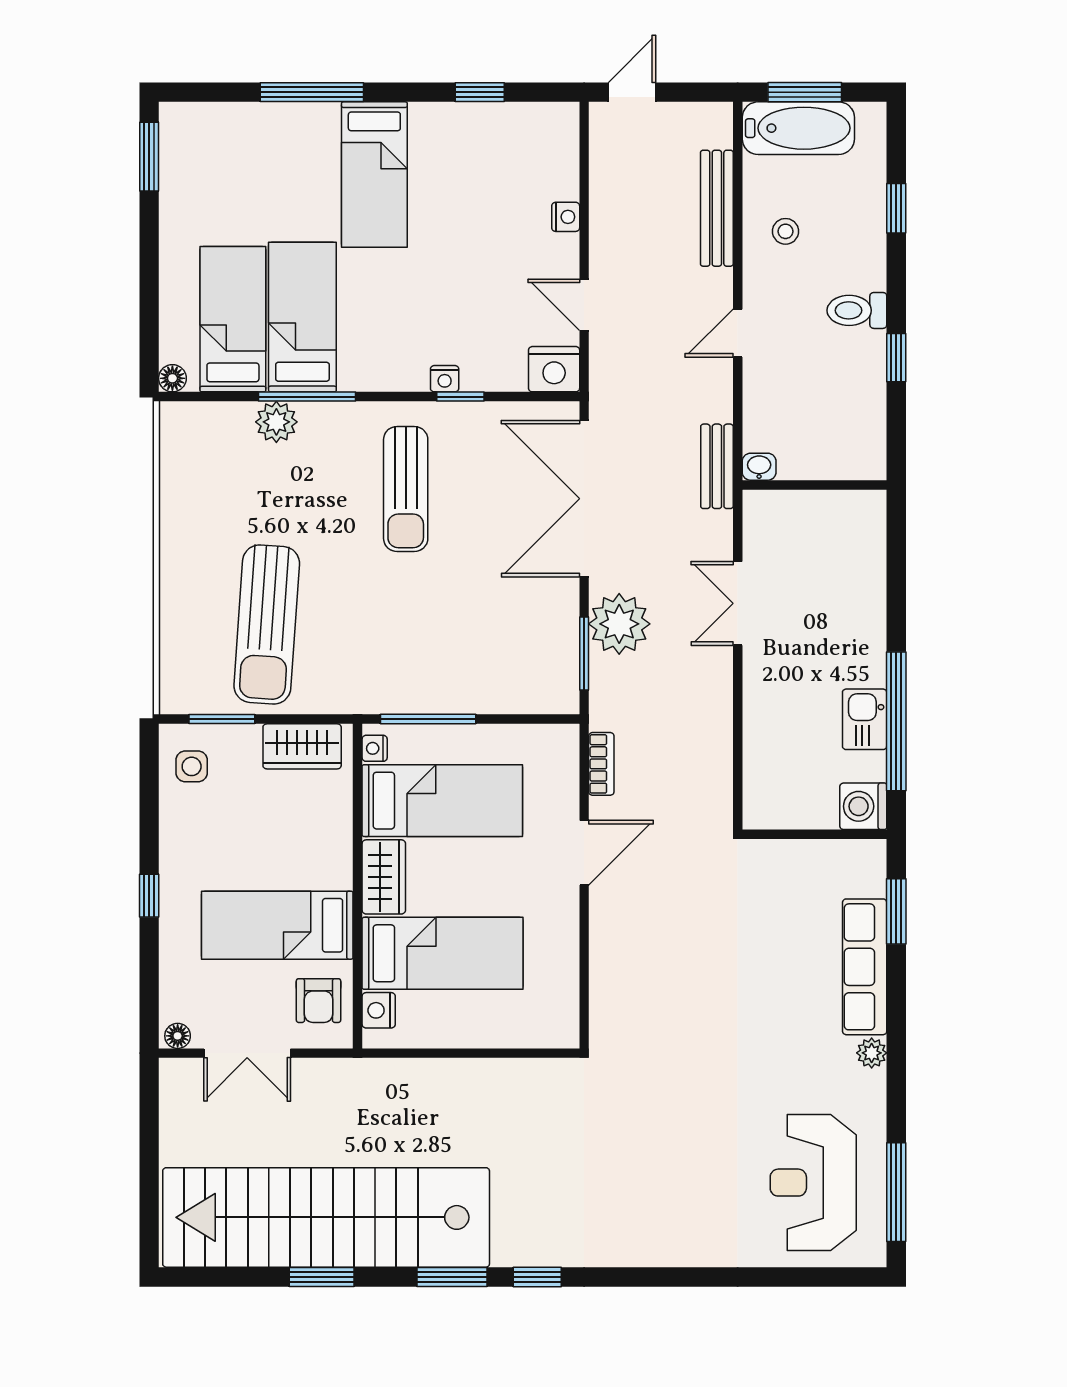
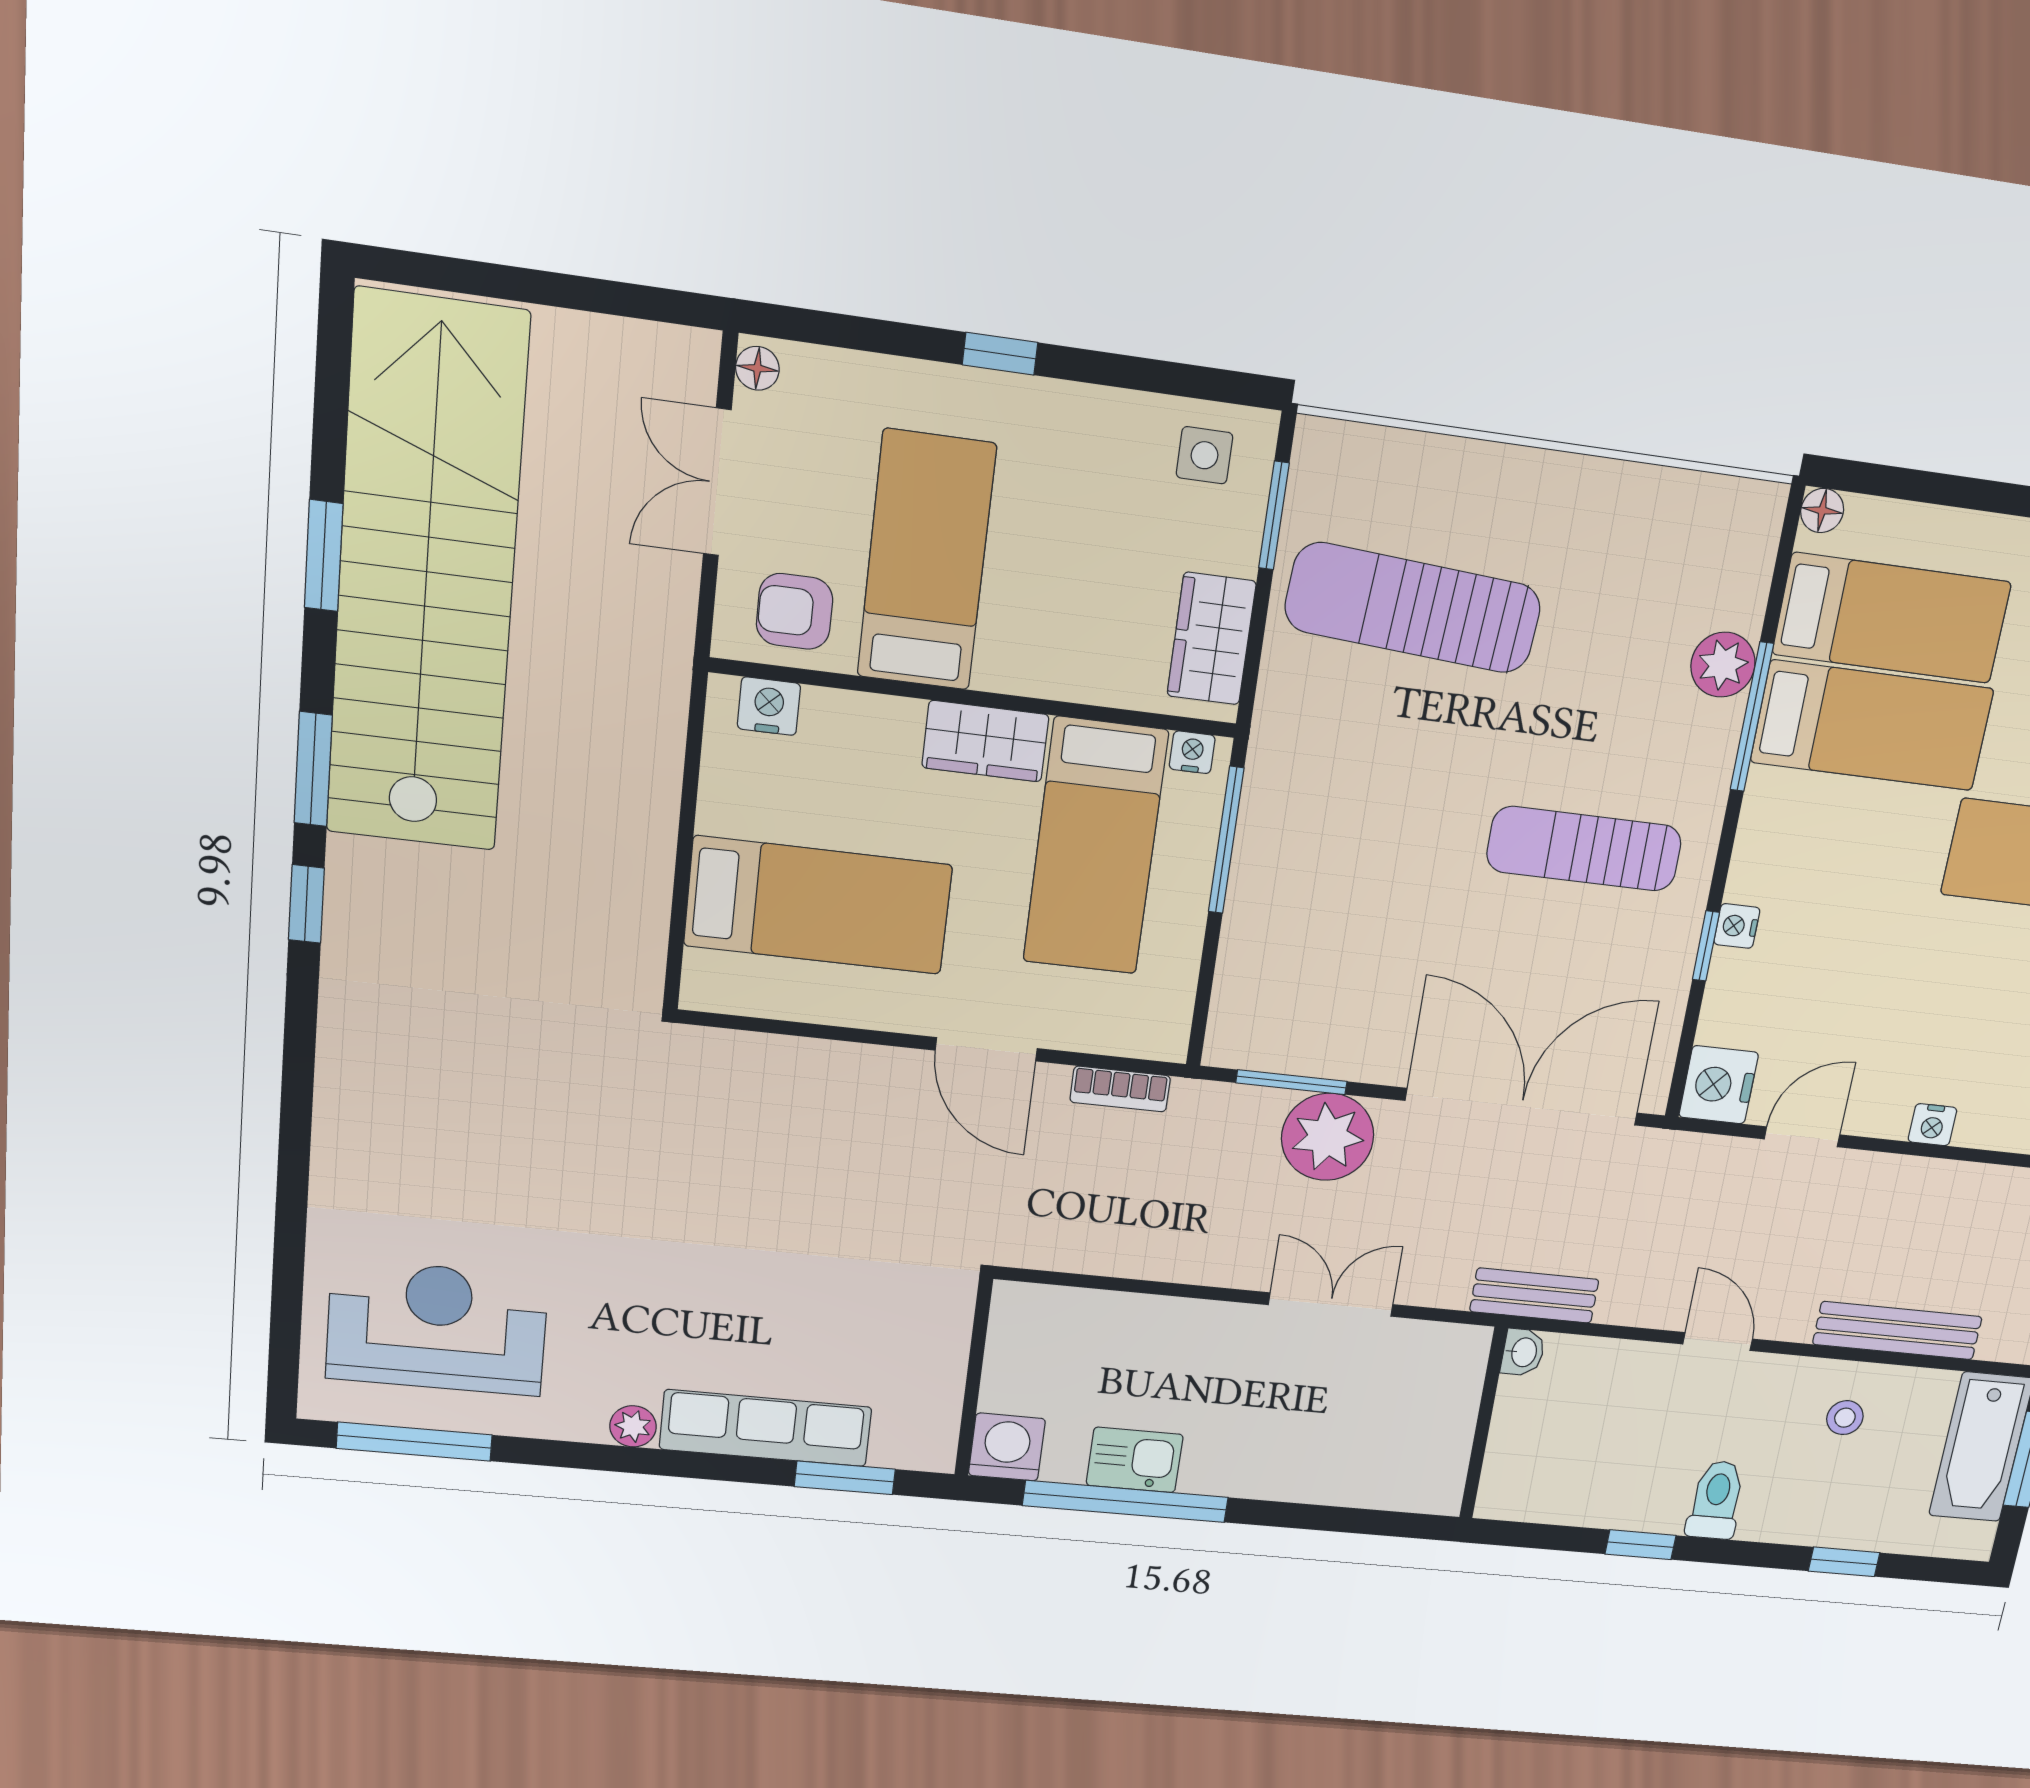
bed: (442, 953) -> (818, 905), moved, turned -90

